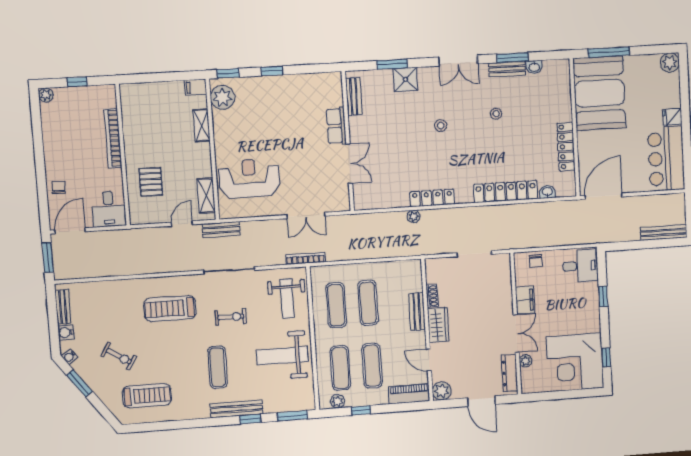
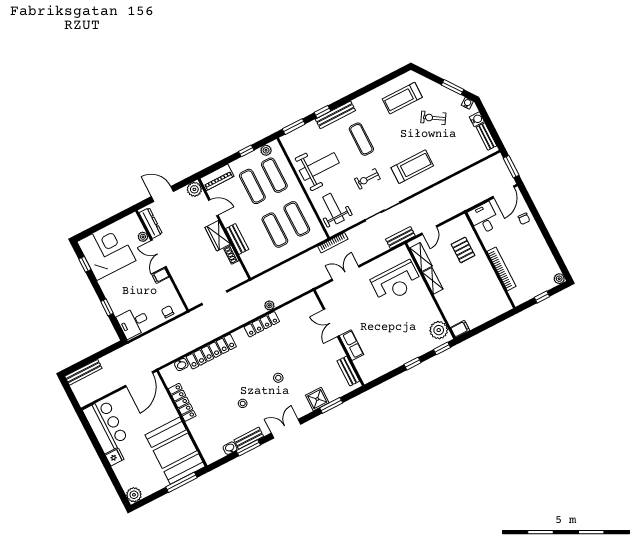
shelving: (202, 125) -> (433, 281), moved
filing cabinet: (525, 300) -> (160, 276), width x0.50

